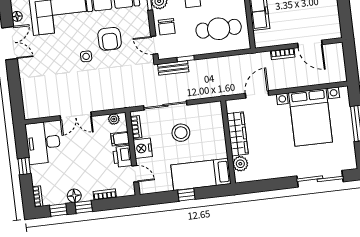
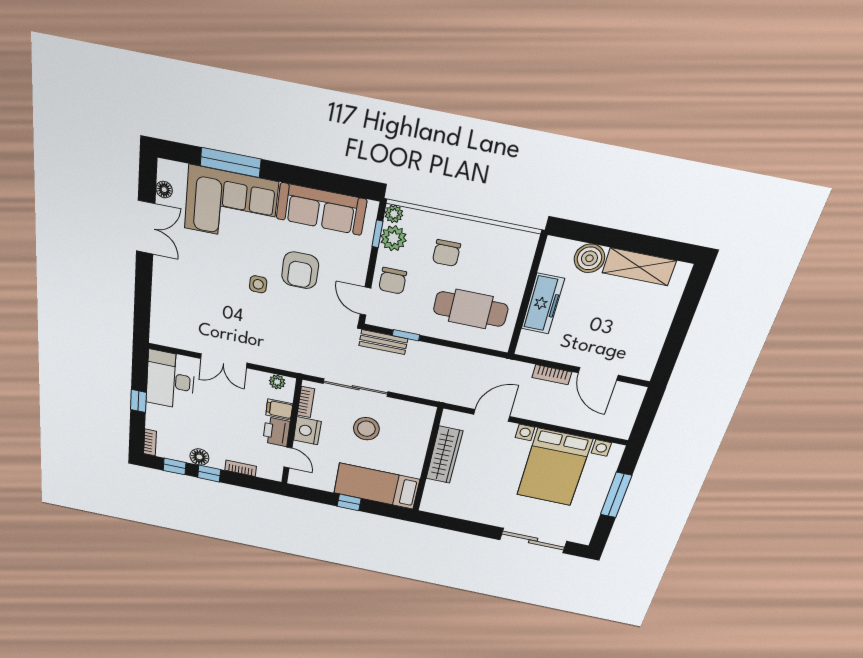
plant: (240, 164) -> (434, 491), removed

